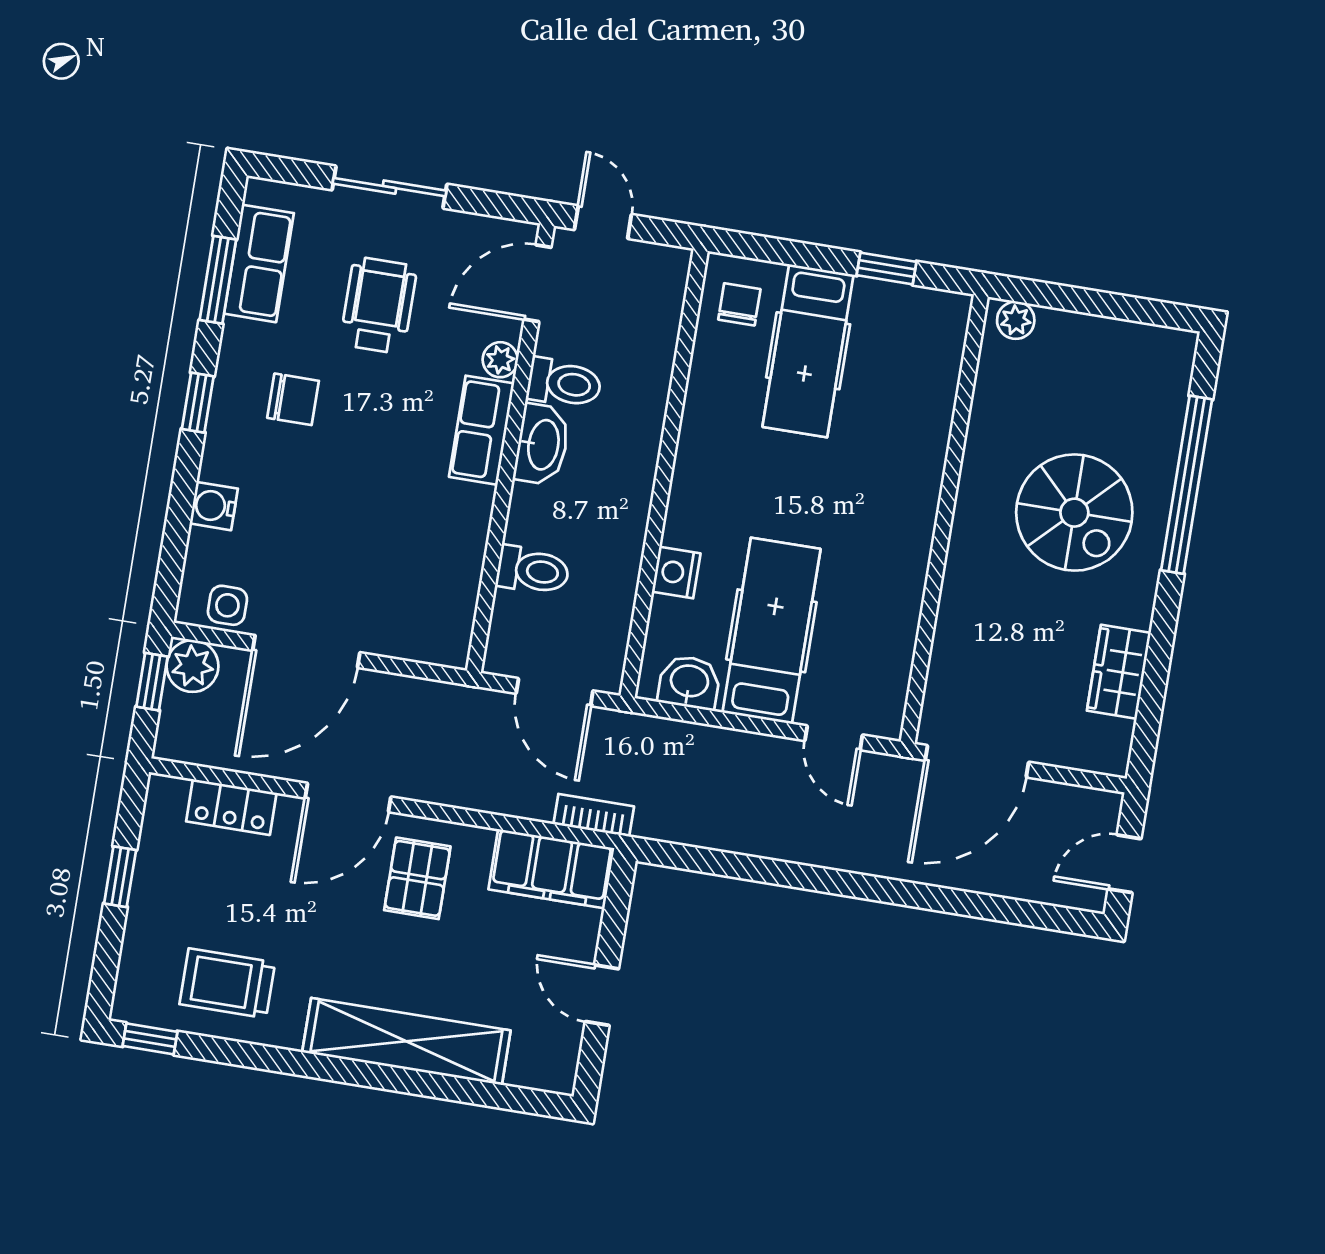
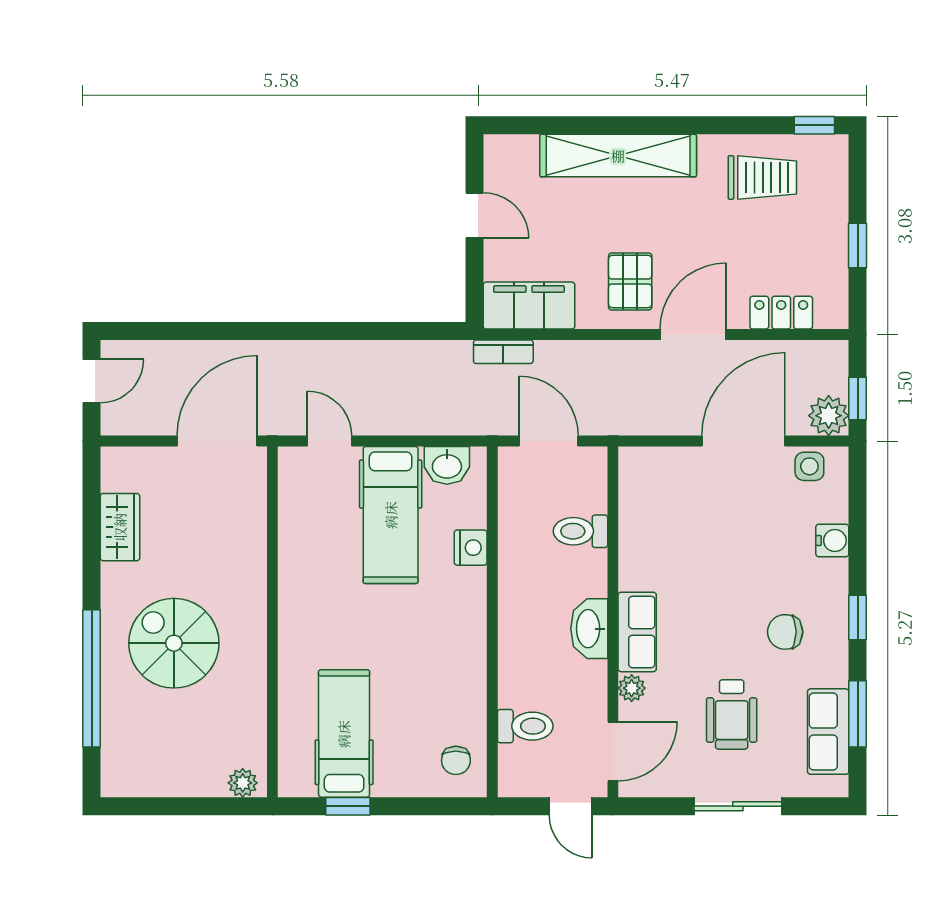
hospital bed: (808, 351) -> (344, 734), moved
toilet: (564, 383) -> (525, 726), moved, turned 180

